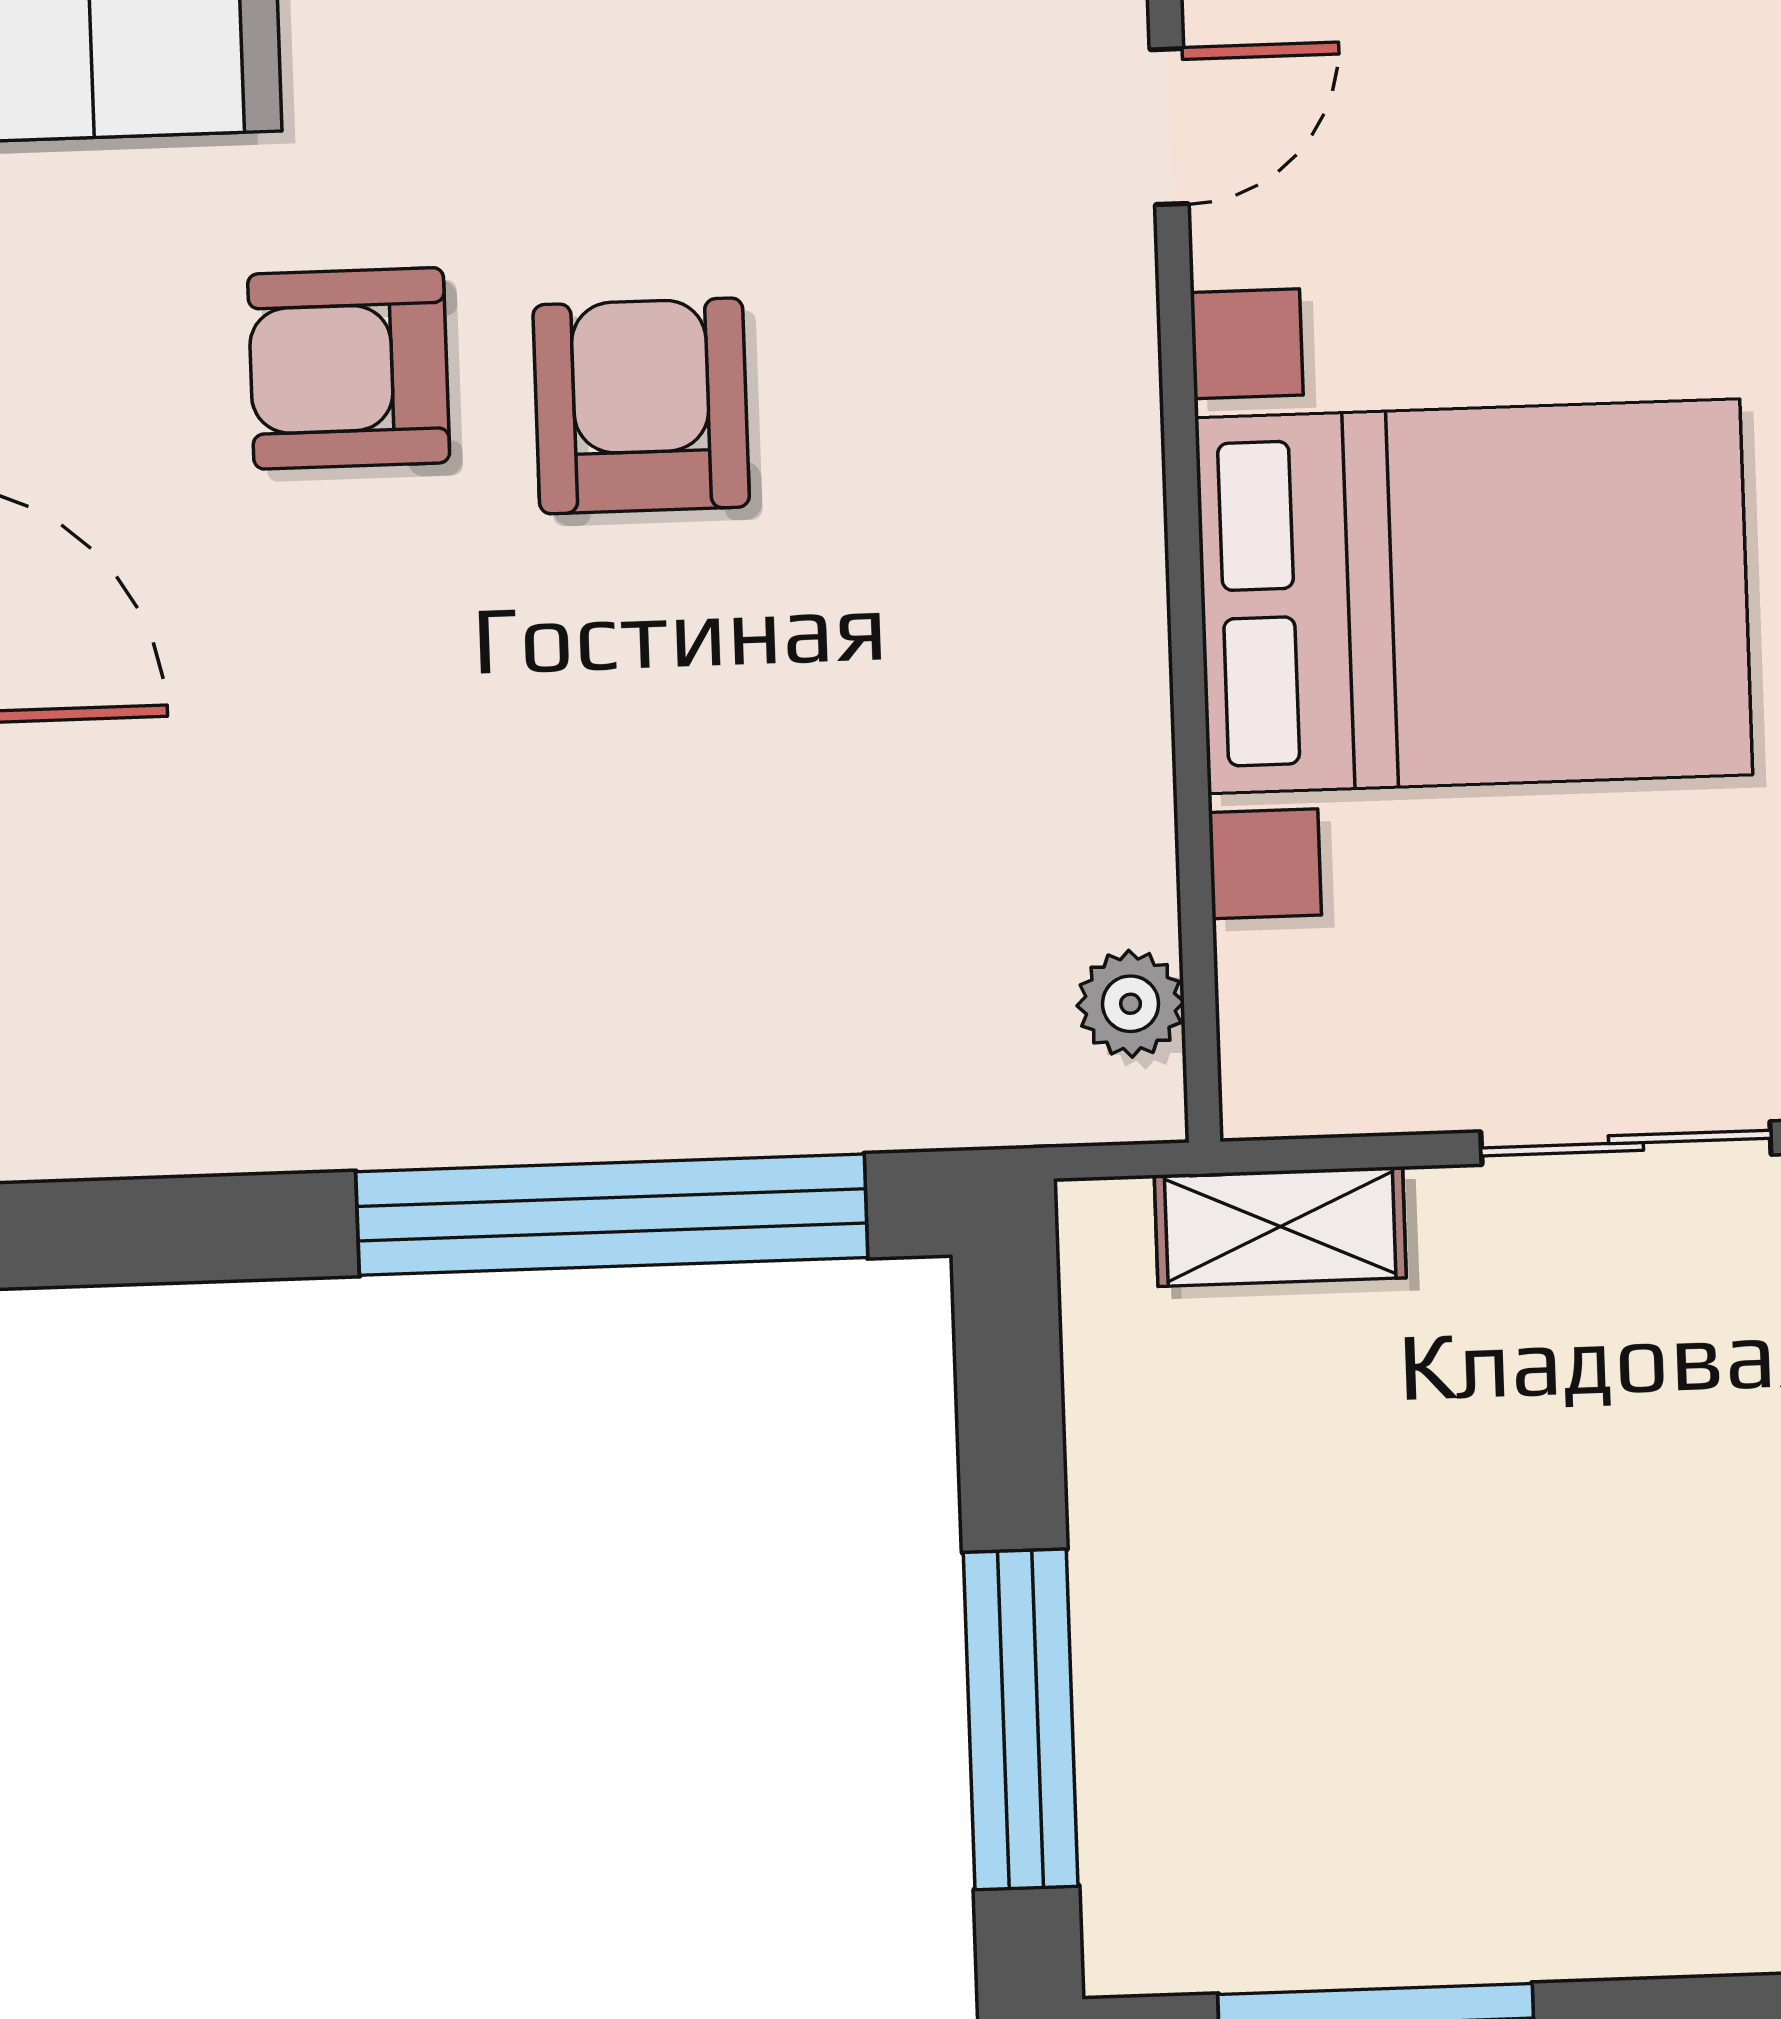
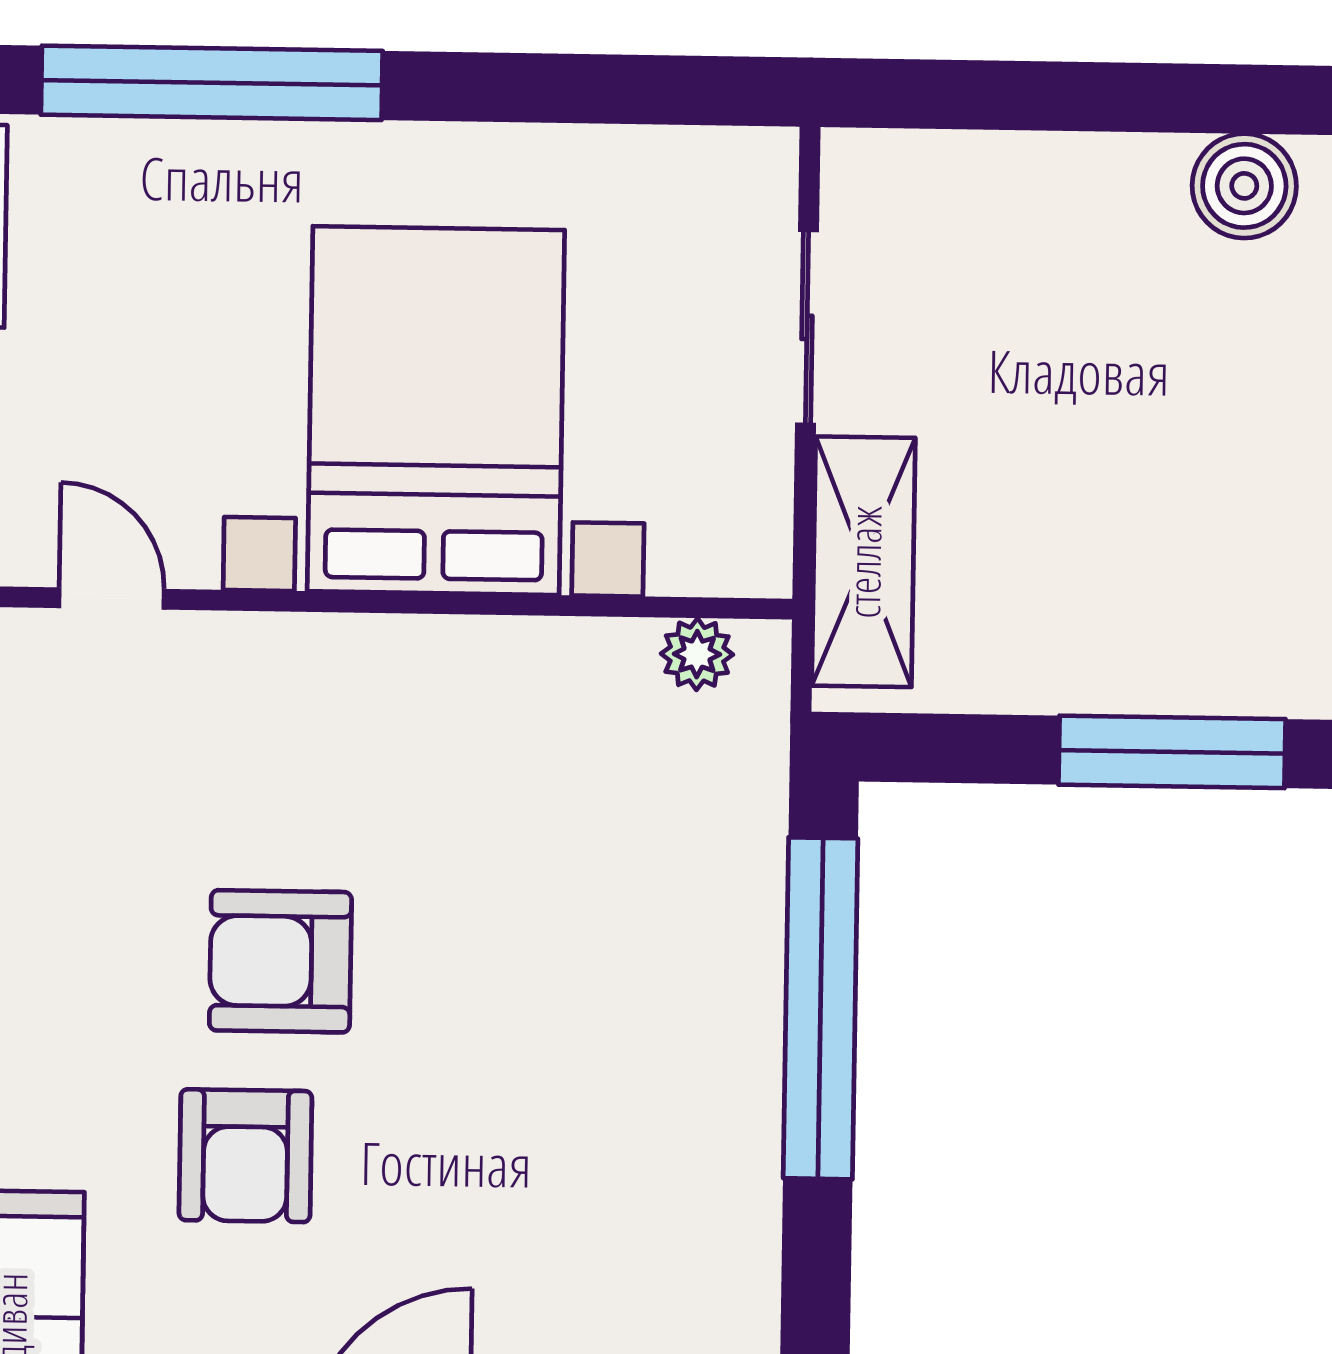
shelving: (1280, 1227) -> (864, 562), width x1.50, depth x1.33

